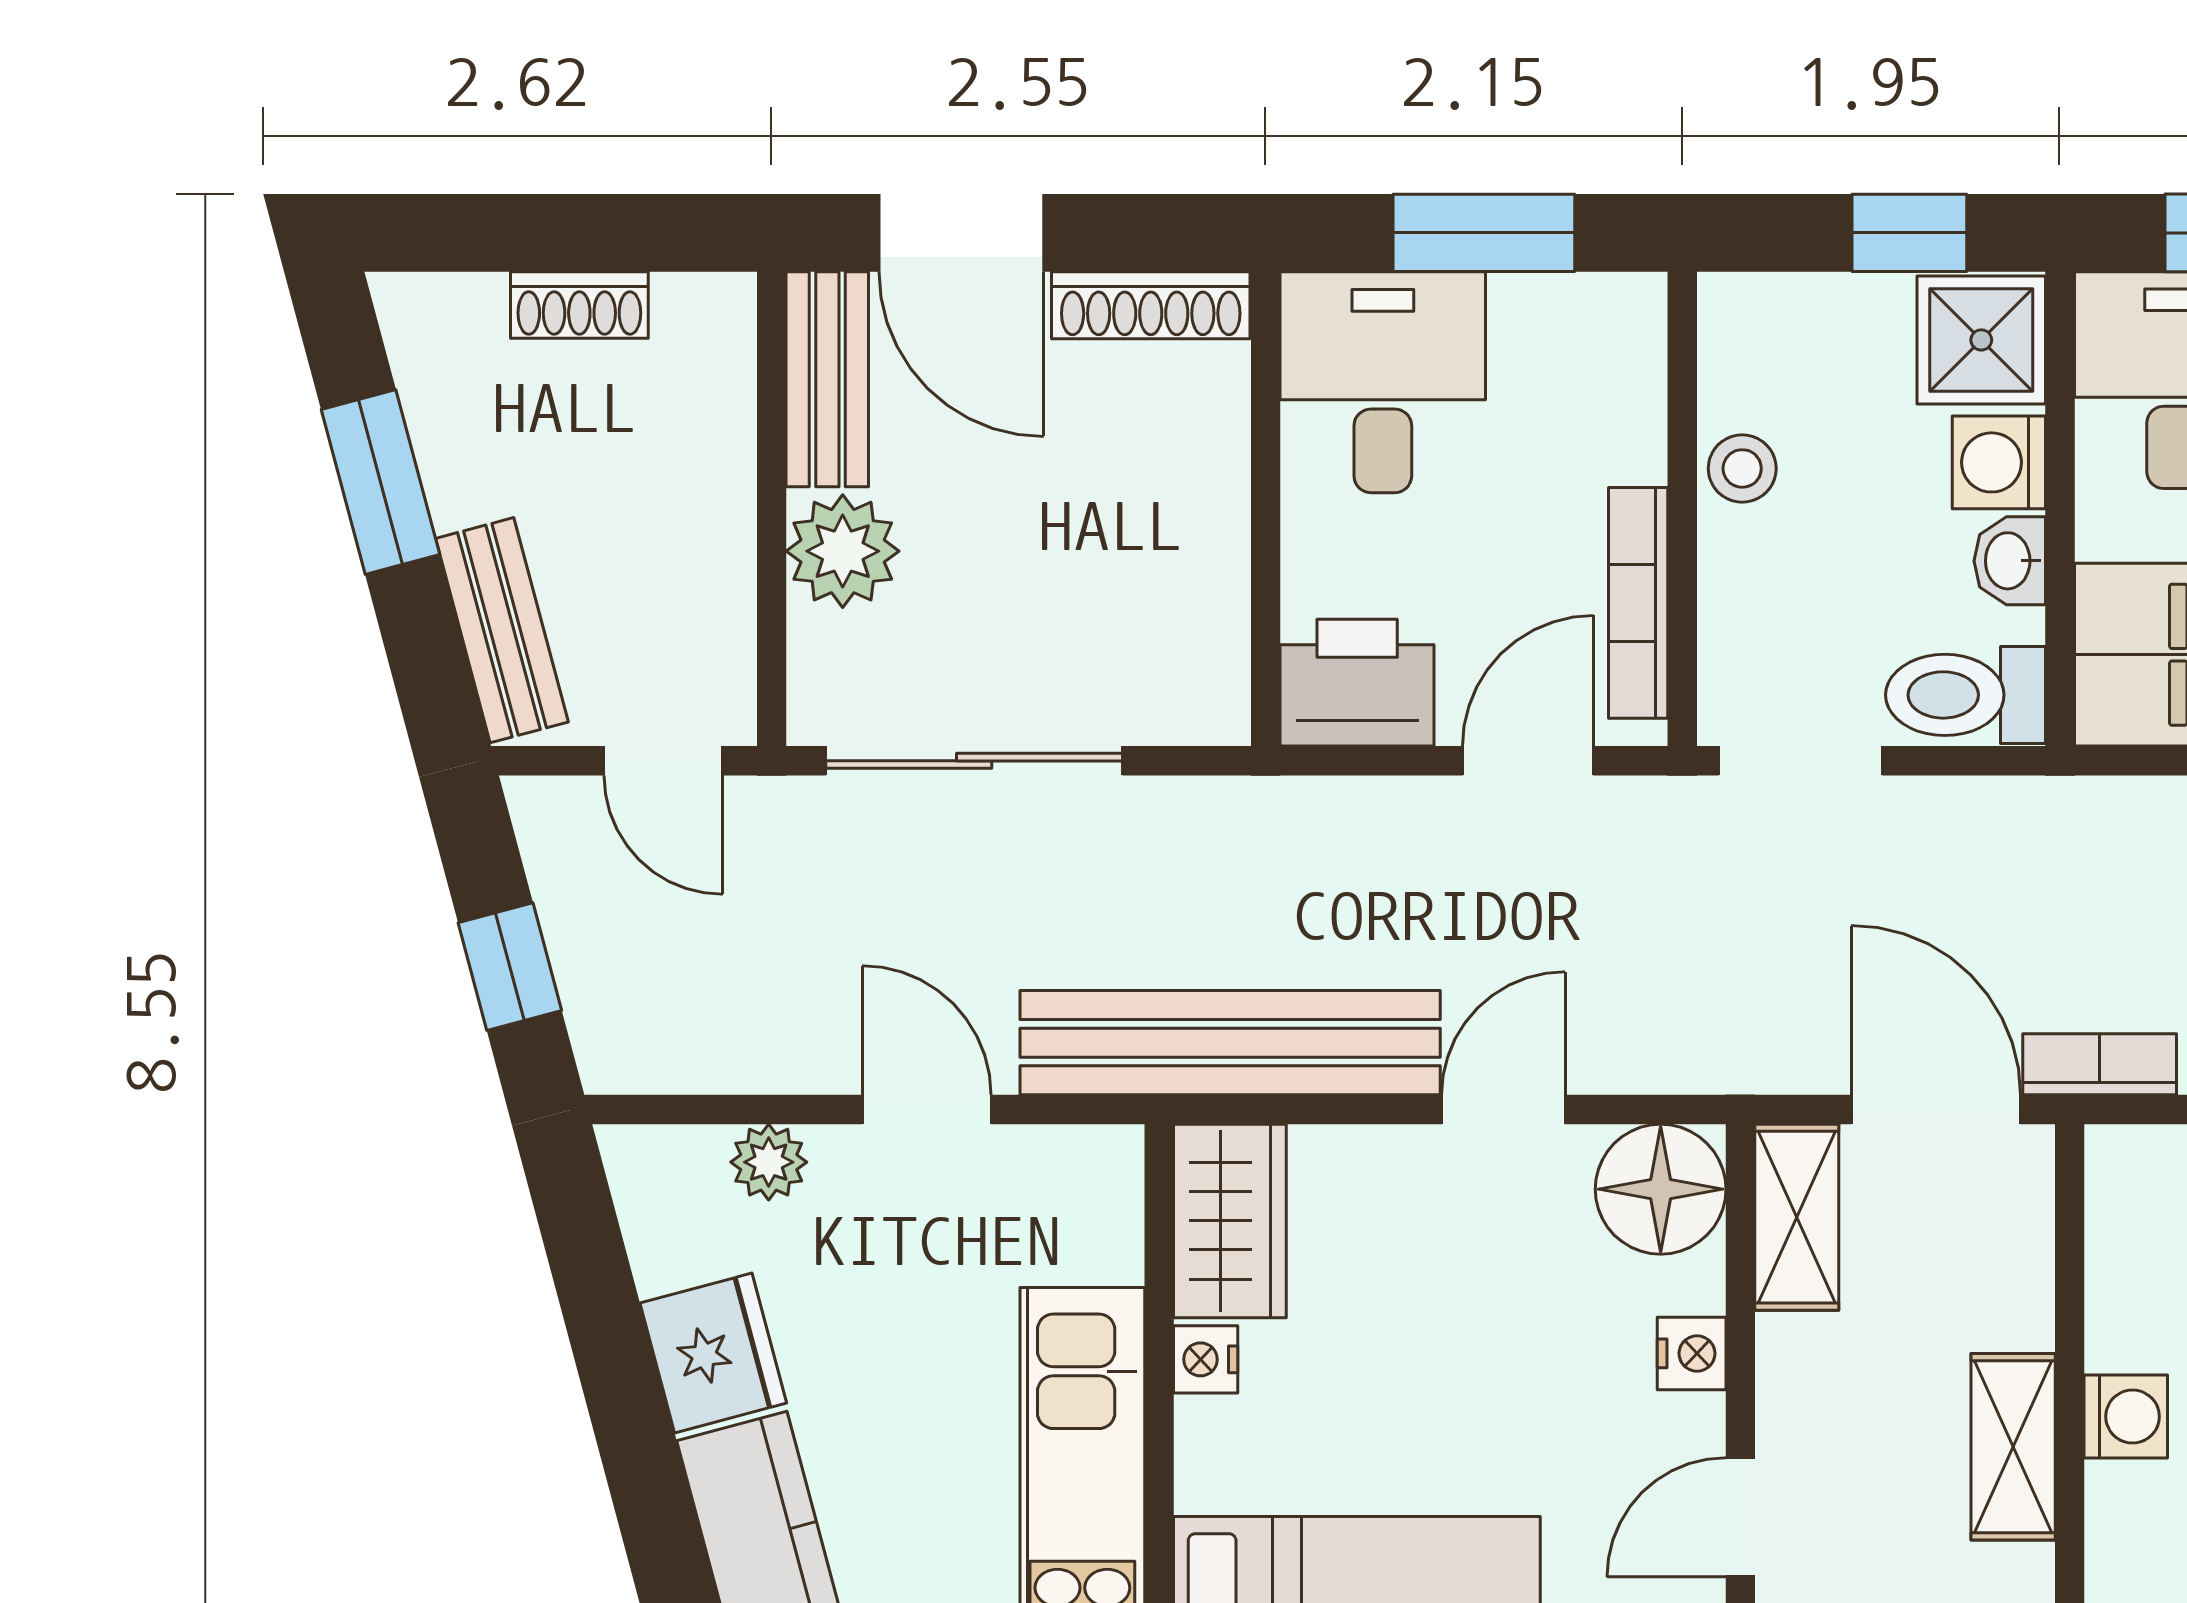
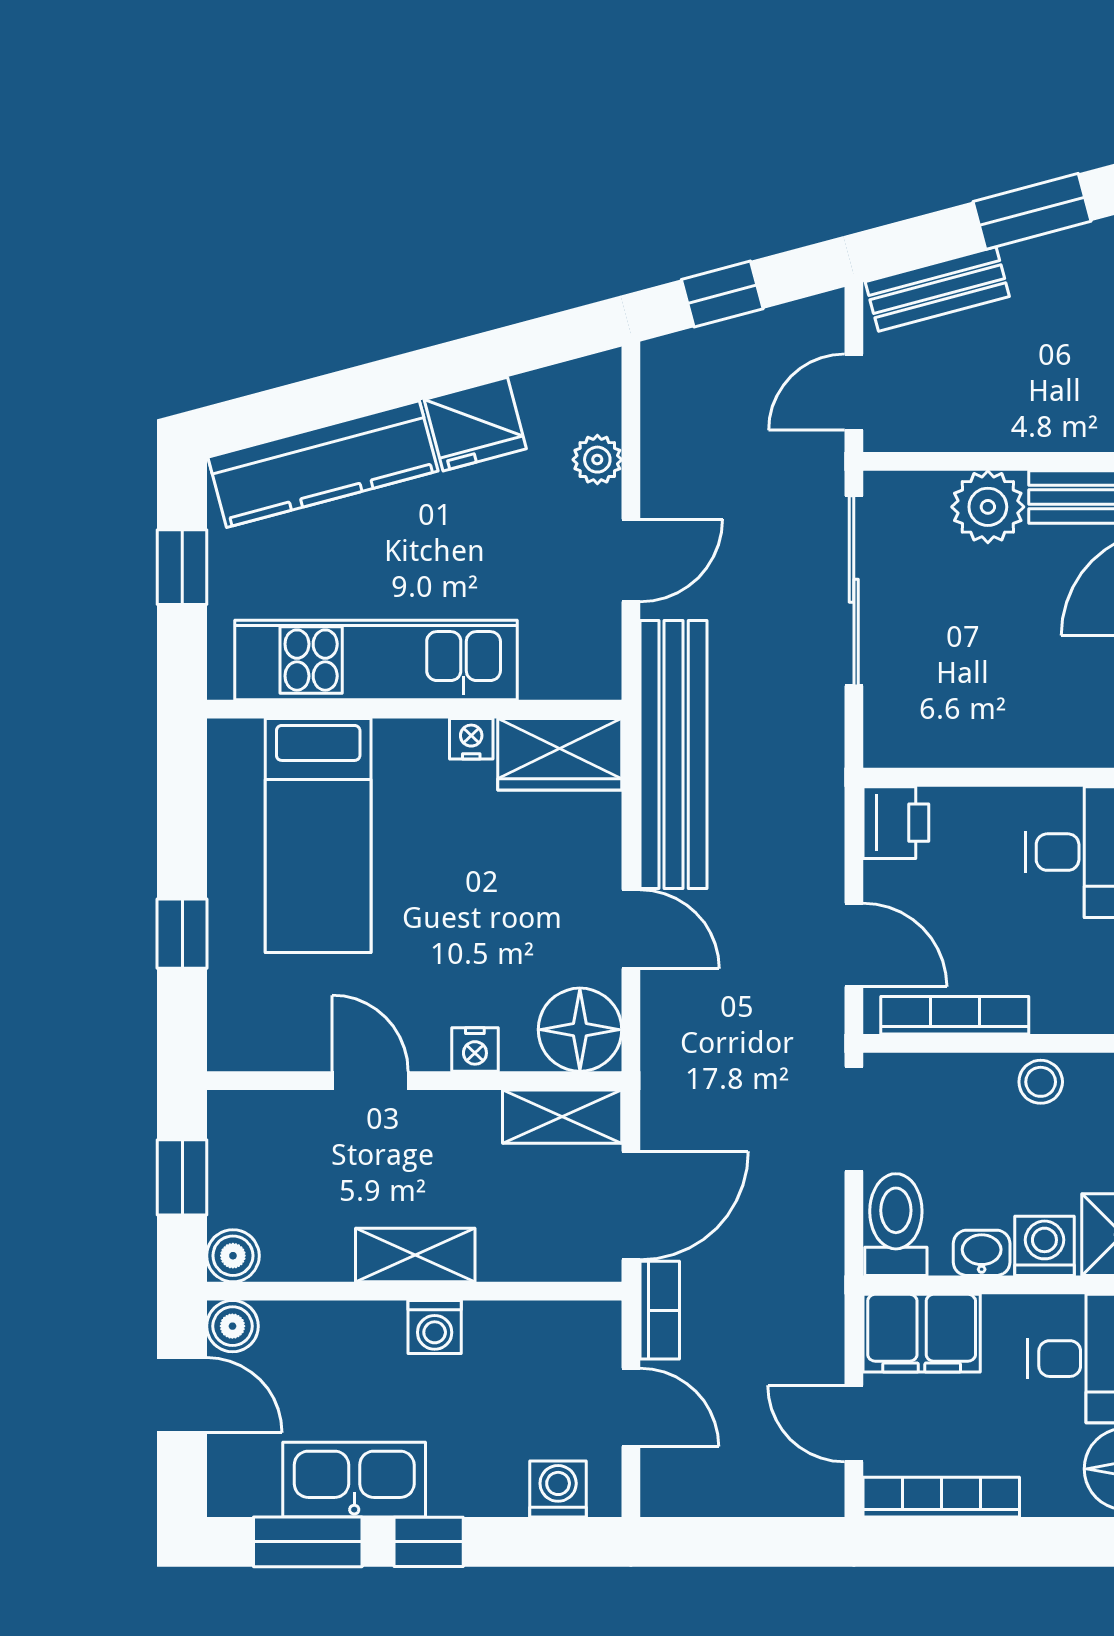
printer: (1357, 683) -> (896, 823), width x0.73, depth x0.81

